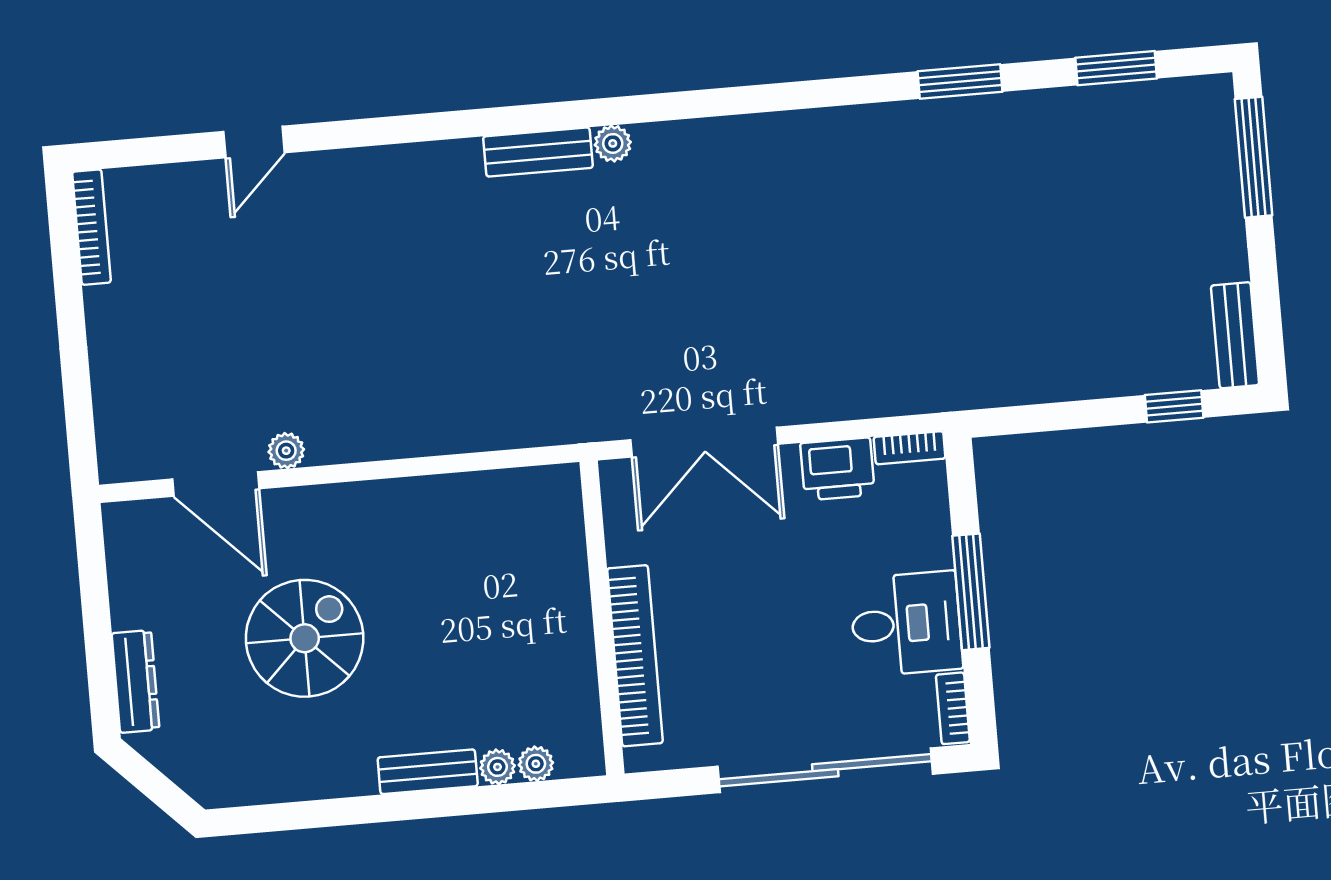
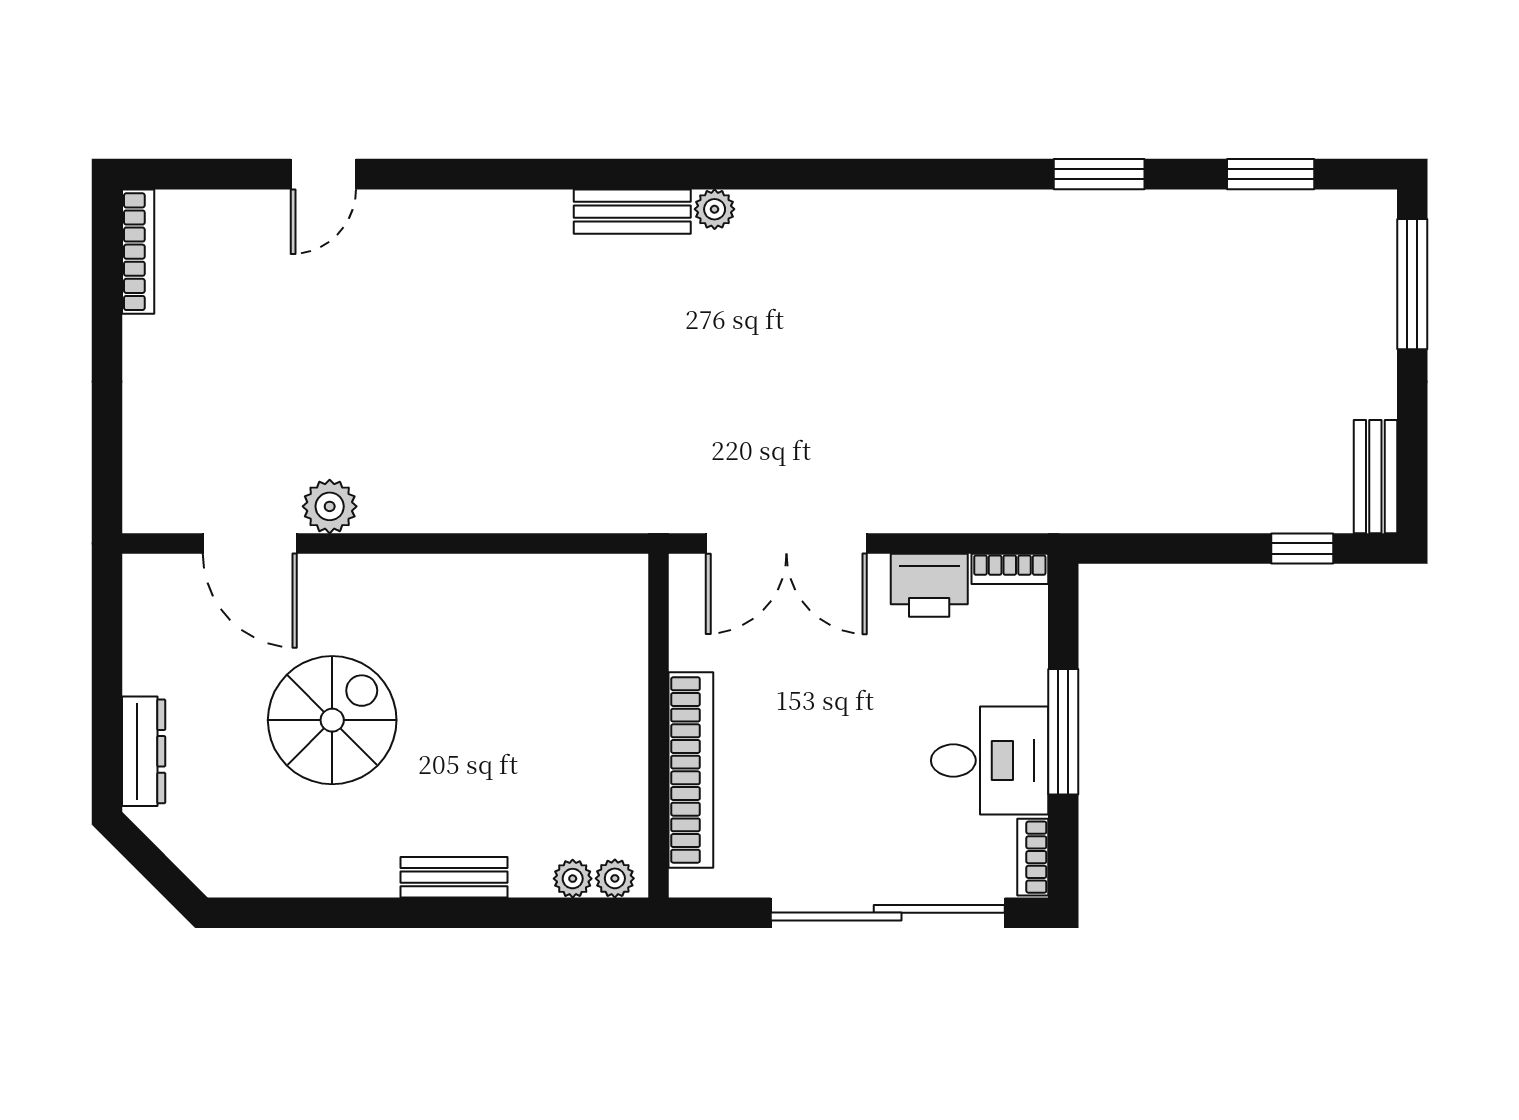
plant: (286, 451) -> (330, 506), width x1.38, depth x1.38
plant: (497, 767) -> (615, 878), moved

